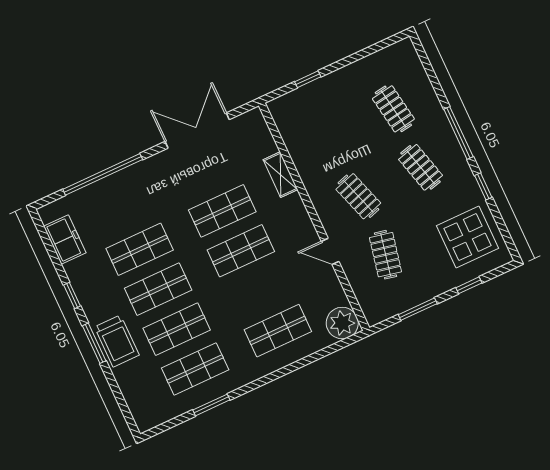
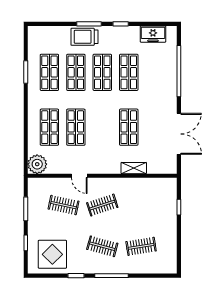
clothes rail: (421, 167) -> (102, 246), turned 30
shop shelf: (241, 251) -> (76, 127), moved
door: (330, 251) -> (79, 176), swing flipped

